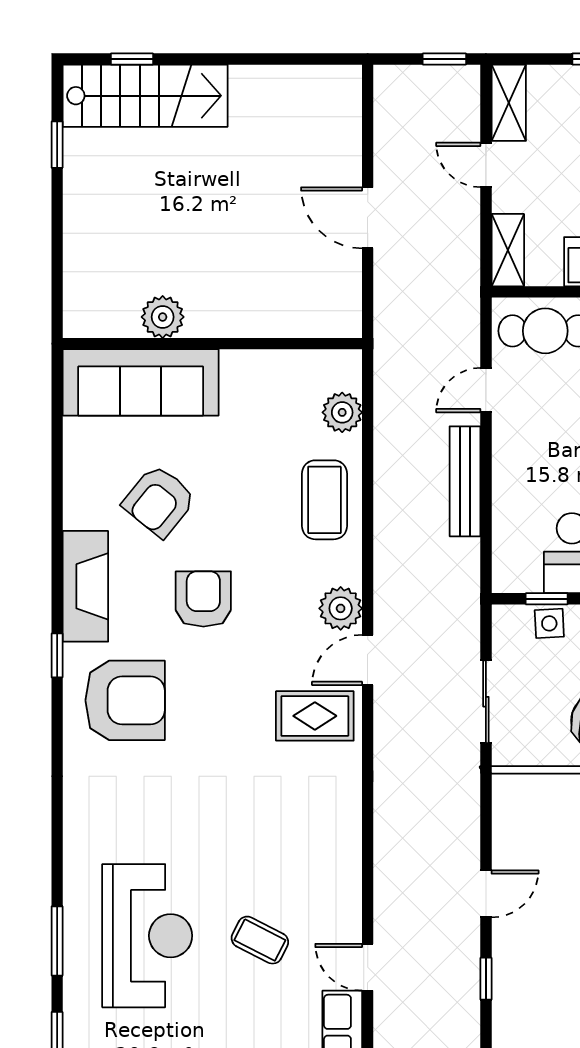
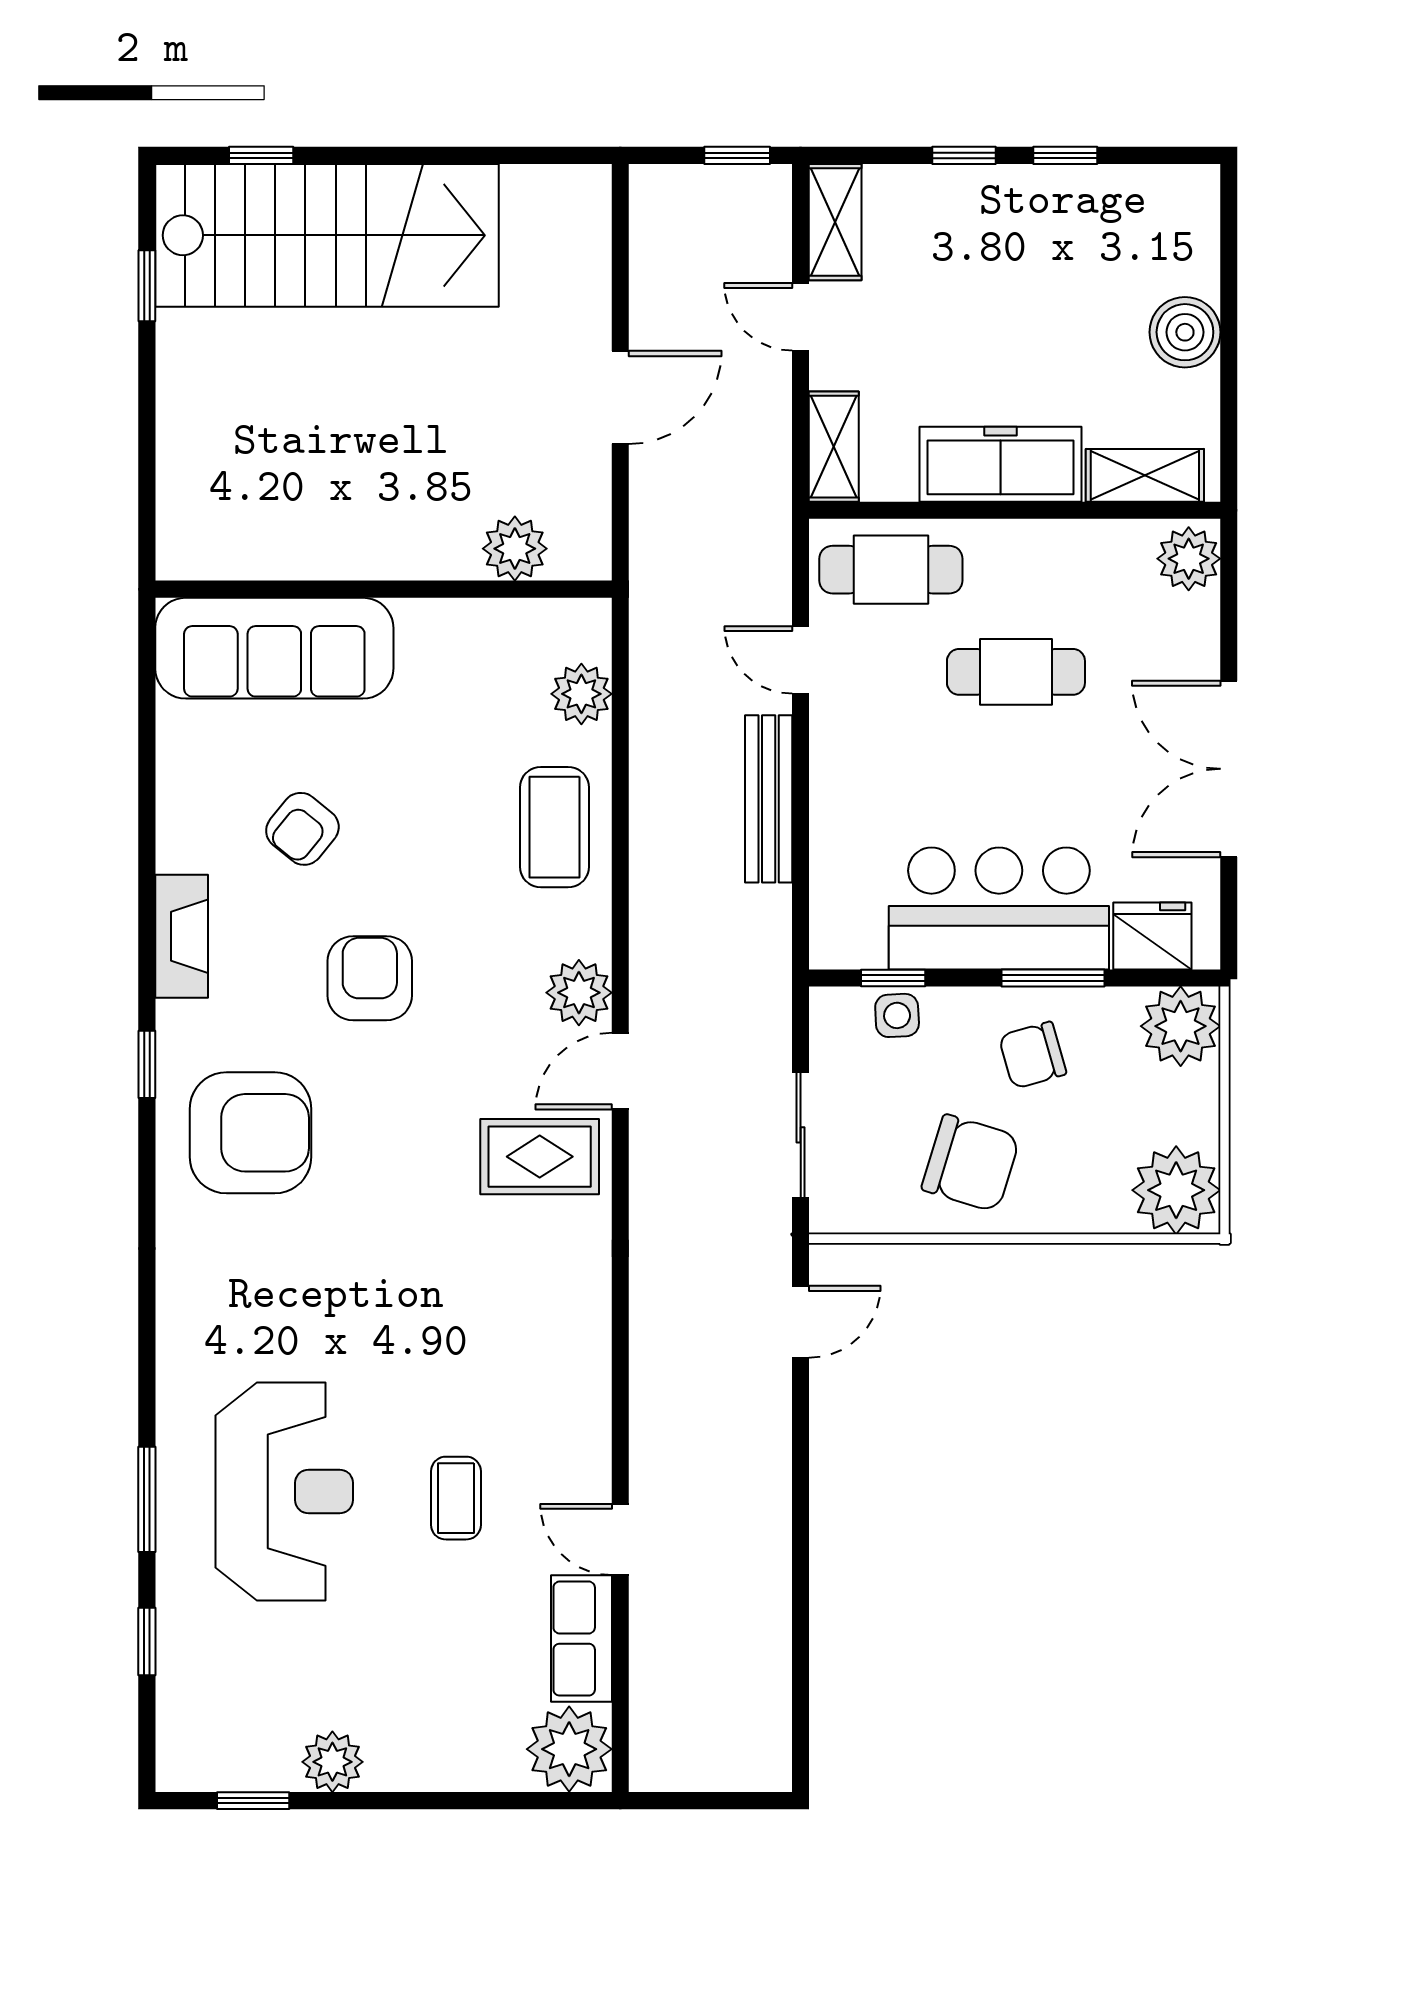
stairs: (145, 96) -> (327, 235), width x1.36, depth x1.51
door: (368, 218) -> (620, 397), swing flipped
plant: (163, 317) -> (515, 549), moved
door: (486, 390) -> (801, 660), hinge flipped
armchair: (159, 501) -> (302, 829), width x0.72, depth x0.72
fireplace: (85, 586) -> (182, 936), width x0.73, depth x0.76
door: (486, 894) -> (801, 1322), moved
coffee table: (260, 940) -> (456, 1498), turned 63
window: (486, 979) -> (801, 1557), removed

